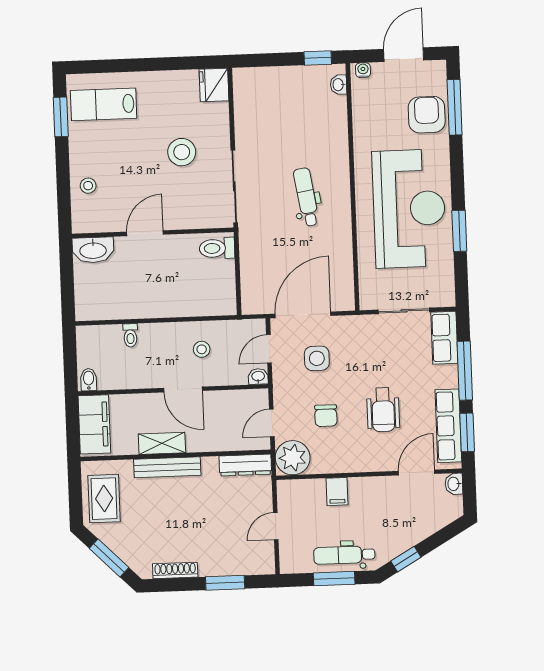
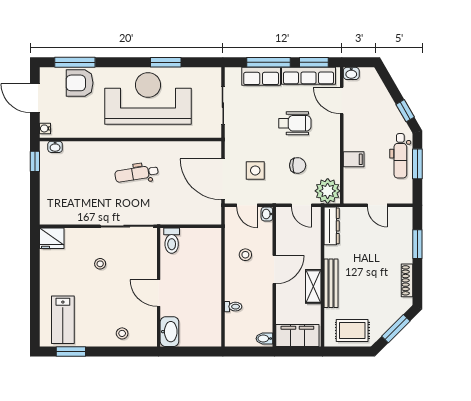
stool: (182, 152) -> (100, 264), width x0.53, depth x0.53
row of seats: (444, 338) -> (261, 76), moved

